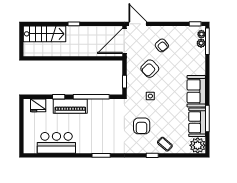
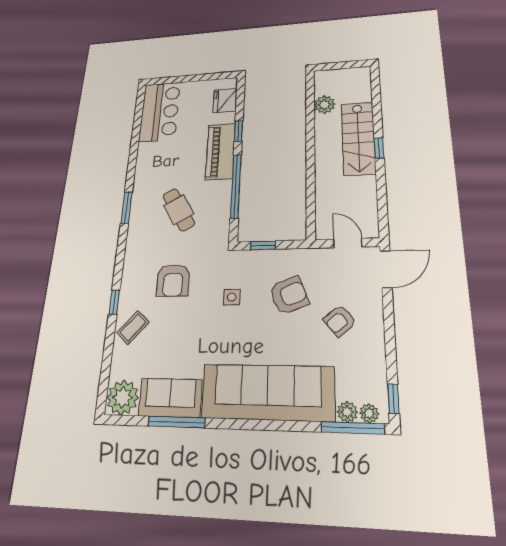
stairs: (44, 34) -> (358, 138), moved
door: (124, 41) -> (348, 243), width x0.53
plant: (46, 51) -> (324, 105), added
armchair: (150, 69) -> (289, 295), turned 112
sofa: (196, 91) -> (268, 392), width x1.85, depth x1.27
cafe table: (103, 126) -> (179, 210), added
armchair: (142, 126) -> (173, 280), turned -90
bar counter: (56, 143) -> (160, 112), moved

